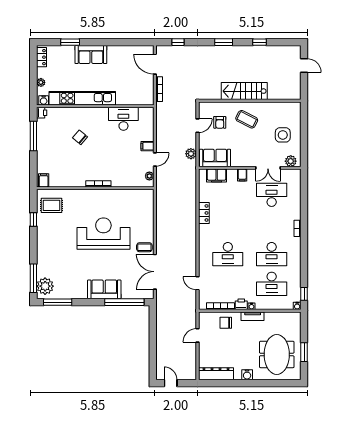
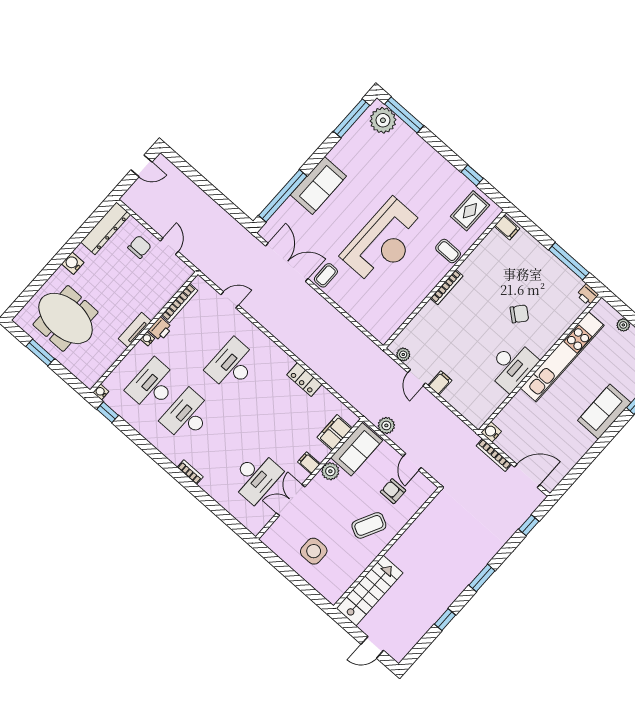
stairs: (244, 91) -> (369, 591), moved
water cooler: (44, 100) -> (491, 432), moved
desk: (123, 119) -> (512, 366), moved
plant: (291, 161) -> (330, 471), moved
coffee table: (80, 199) -> (448, 251), added
chair: (226, 323) -> (139, 247), moved

